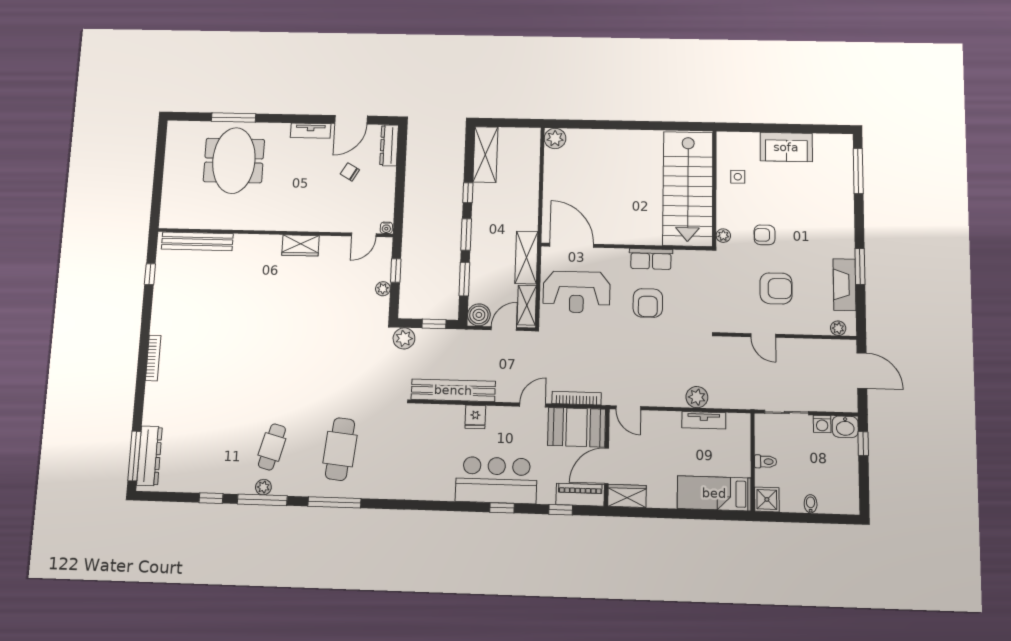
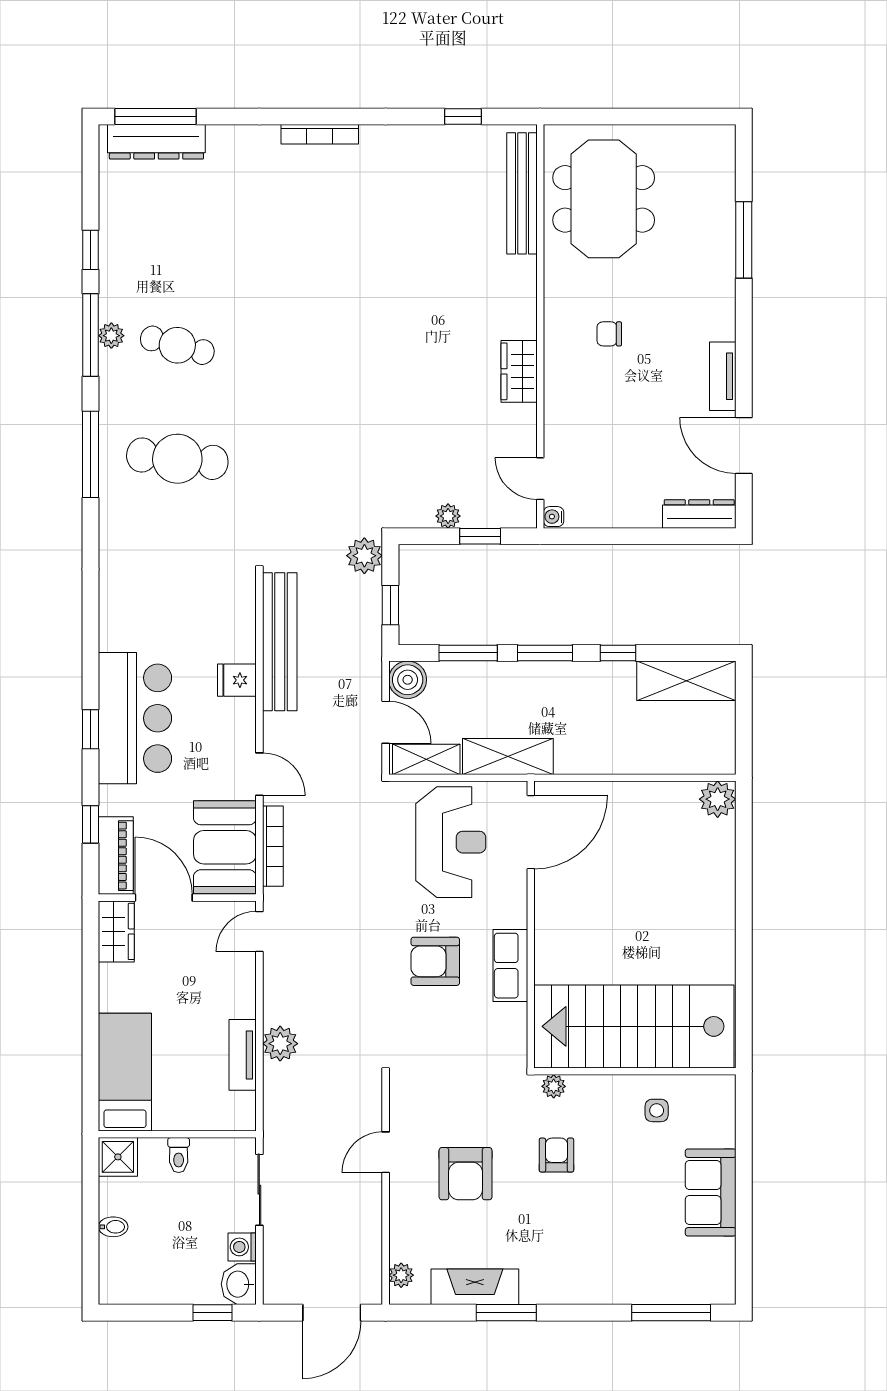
meeting table: (234, 161) -> (604, 199), moved, turned 90
chair: (350, 172) -> (609, 334), moved, turned -120
reception desk: (577, 292) -> (451, 842), turned 180

